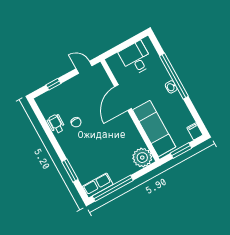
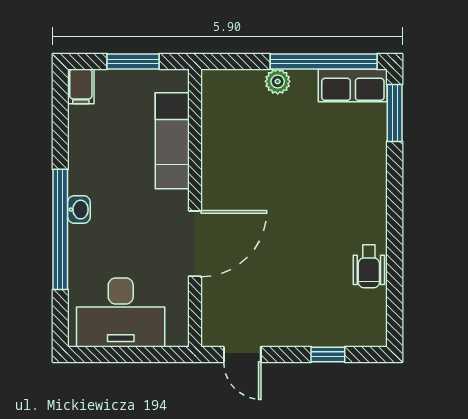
desk: (136, 58) -> (121, 312), width x1.37
chair: (76, 122) -> (324, 246), removed
exam couch: (154, 128) -> (172, 141), width x0.73, depth x0.69
plant: (142, 158) -> (278, 81), moved, width x0.53, depth x0.53
window: (70, 171) -> (395, 113), moved

